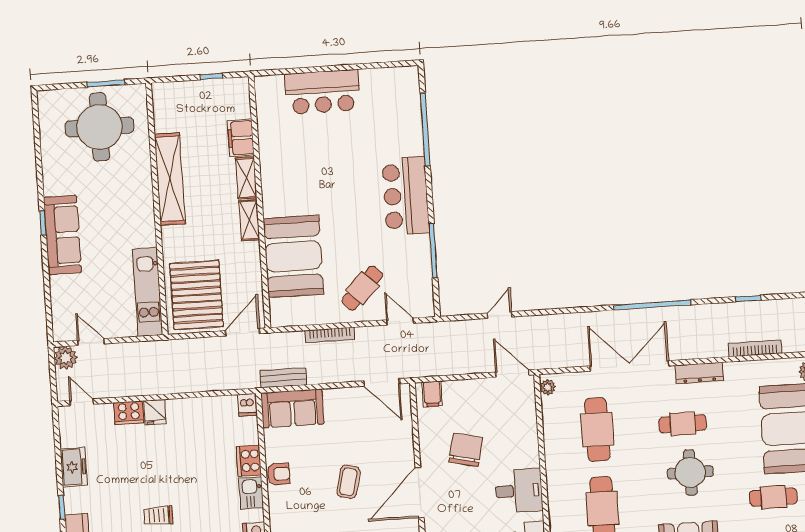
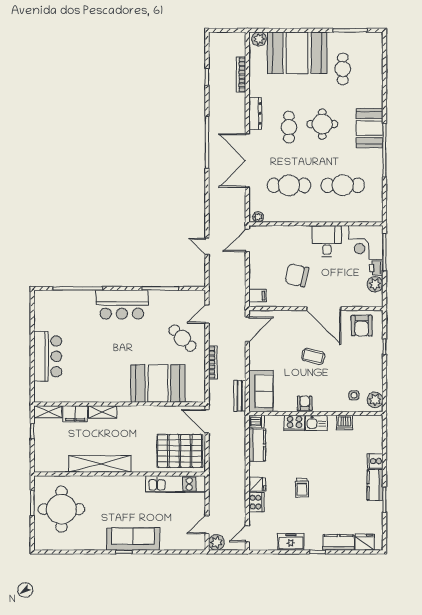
shelving: (249, 220) -> (48, 412), moved
kitchen counter: (212, 408) -> (257, 445), added
trolley: (158, 515) -> (302, 488), moved

